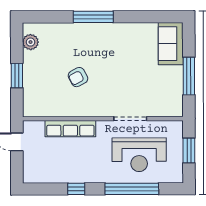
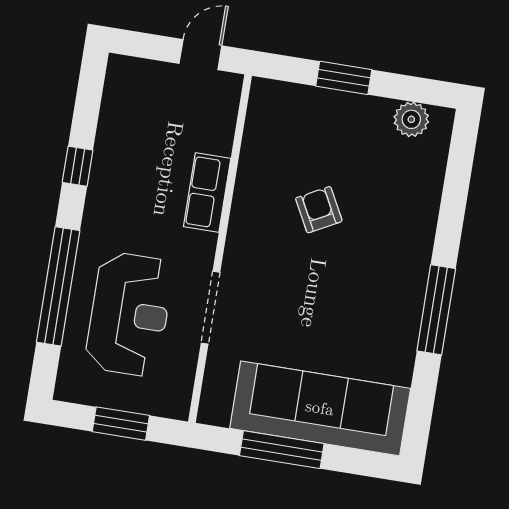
window: (93, 17) -> (436, 310), moved
sofa: (171, 44) -> (320, 408), width x1.85, depth x1.27
row of seats: (70, 129) -> (207, 193), width x0.68
reception desk: (139, 155) -> (129, 314), turned 180

